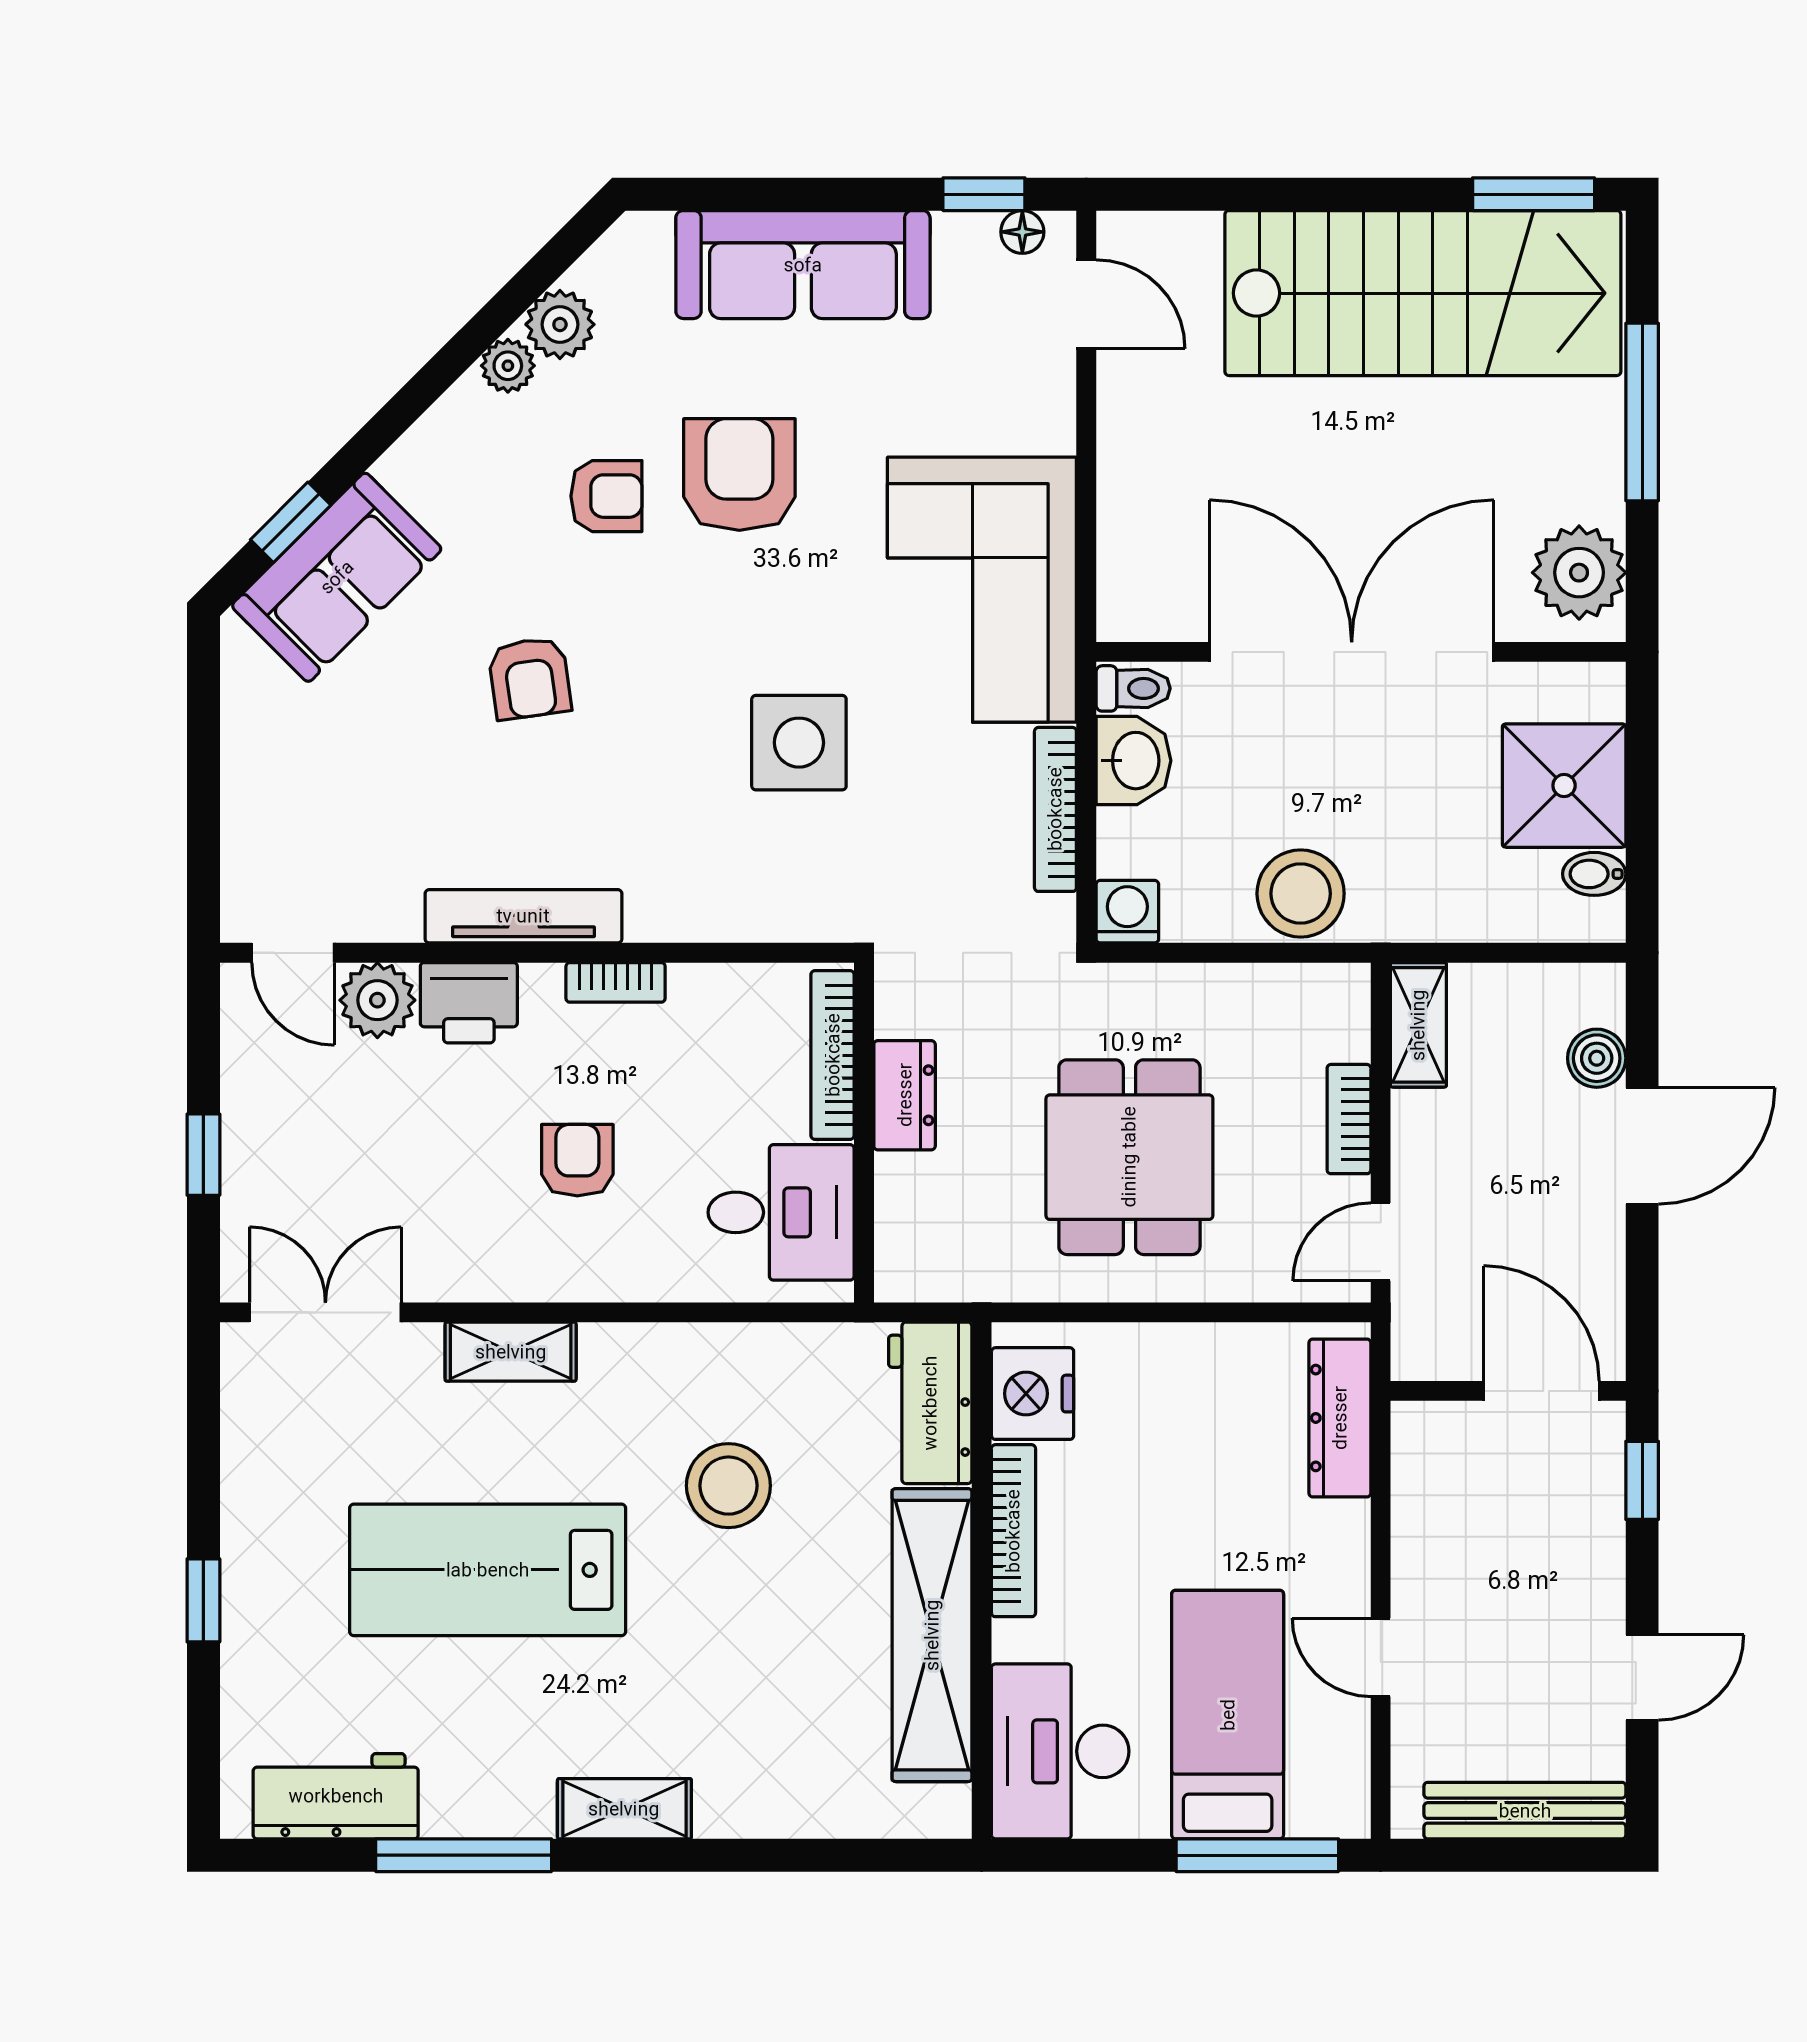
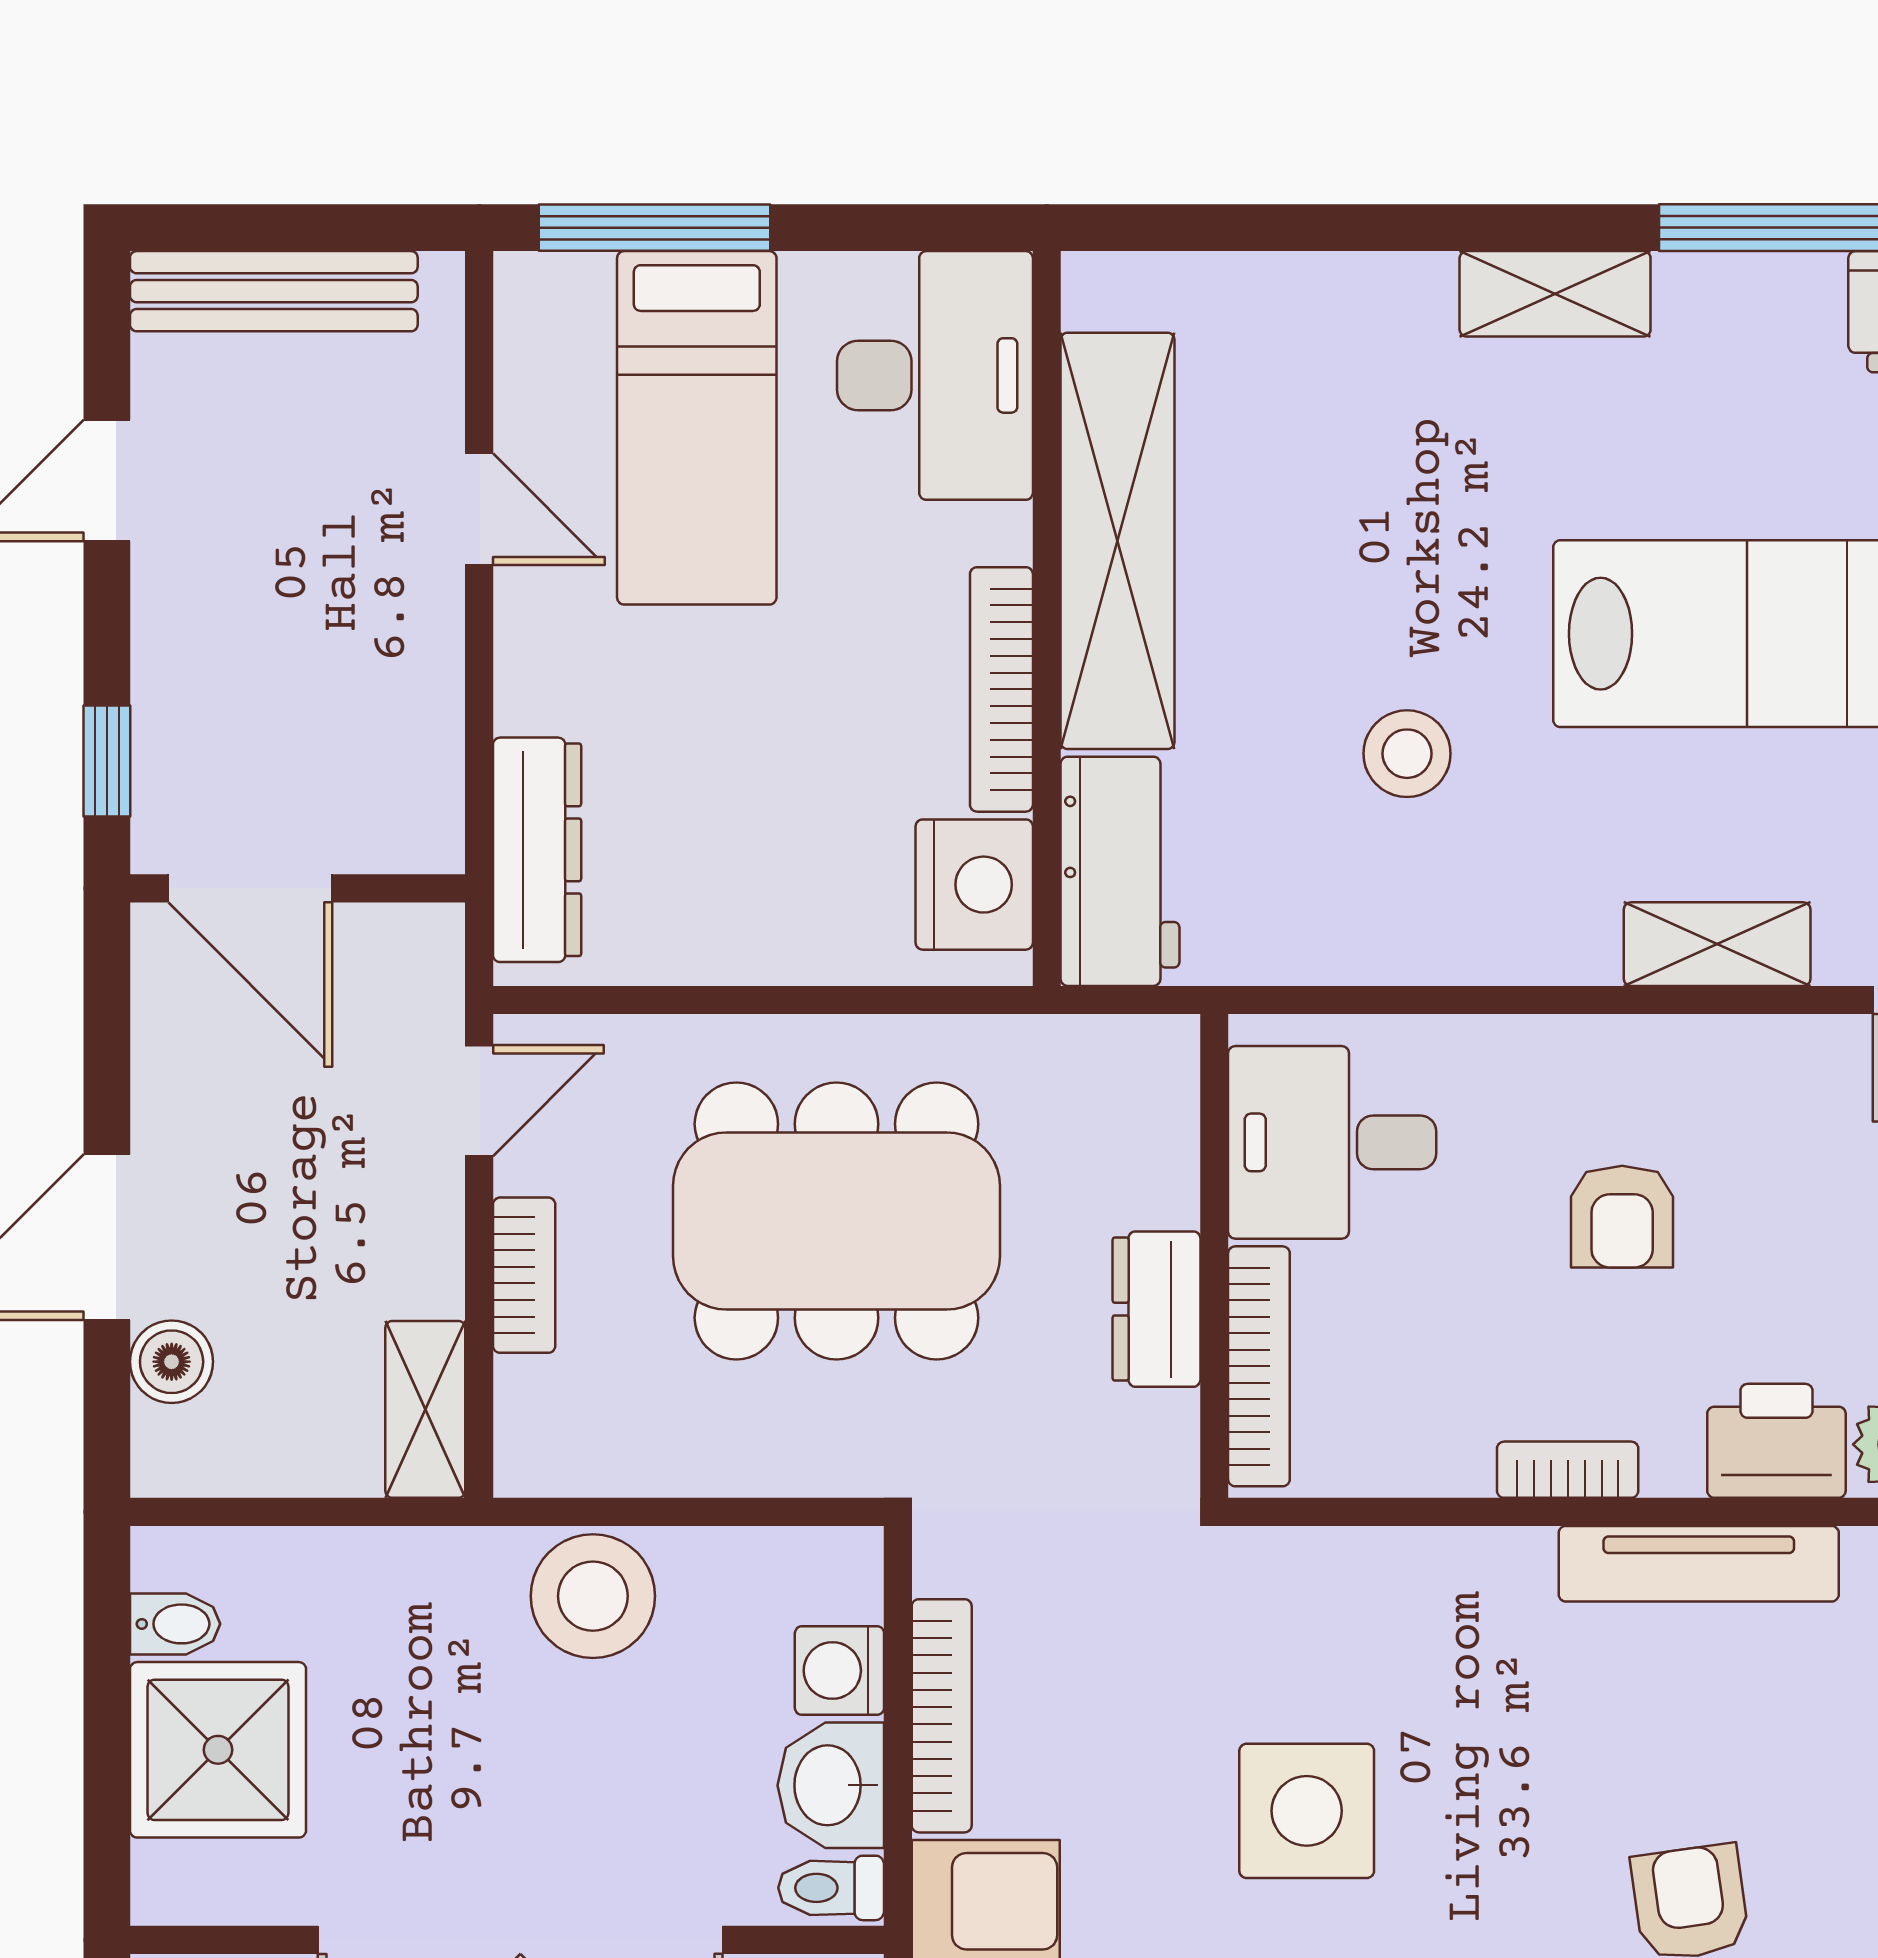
washing machine: (1127, 912) -> (839, 1671), moved, turned 90
dining table: (1129, 1157) -> (836, 1221), width x1.38
stool: (728, 1486) -> (1407, 754), width x0.73, depth x0.73

